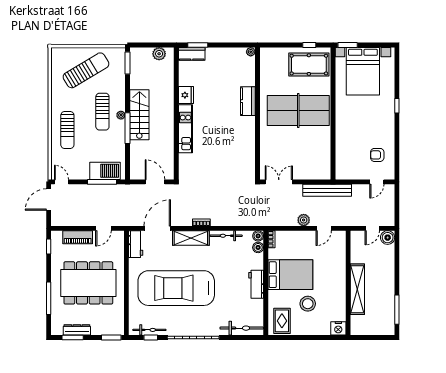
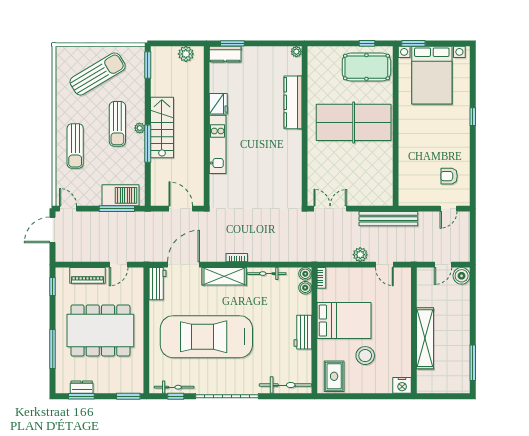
kitchen counter: (248, 101) -> (293, 102), width x1.50
door: (324, 228) -> (384, 265), hinge flipped
dresser: (77, 330) -> (82, 387), width x0.70

